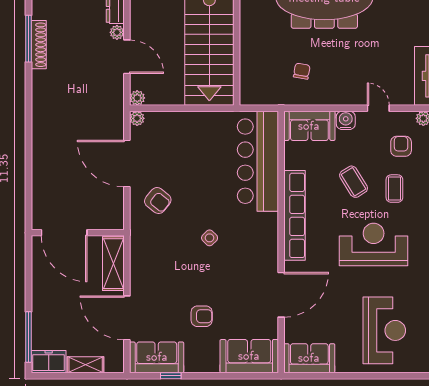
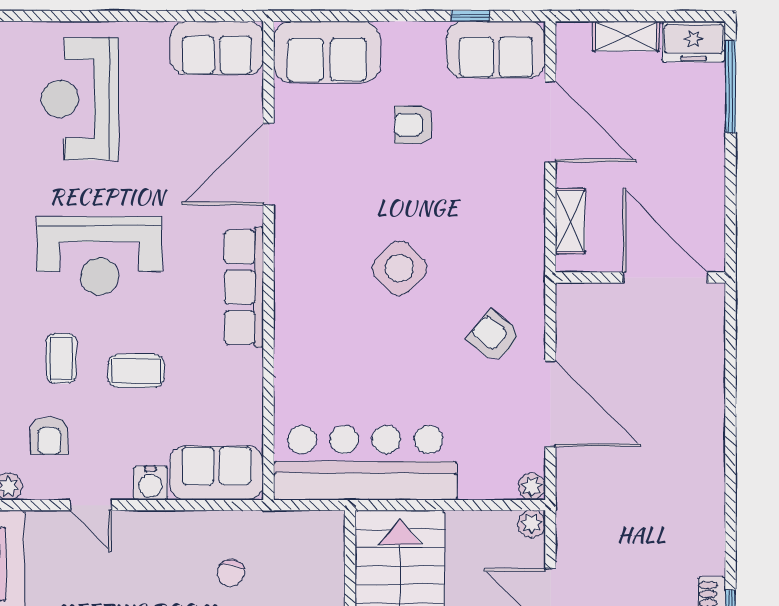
bar counter: (258, 161) -> (365, 463), moved, turned -90
coffee table: (354, 182) -> (136, 371), turned -58
row of seats: (295, 215) -> (244, 287), width x0.73
side table: (210, 238) -> (399, 268), width x1.87, depth x1.87
shelving: (113, 264) -> (570, 221), width x0.67, depth x0.75

